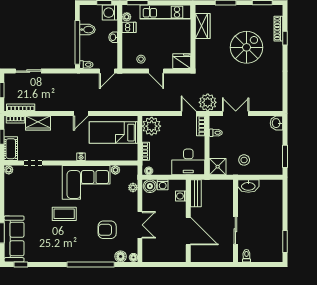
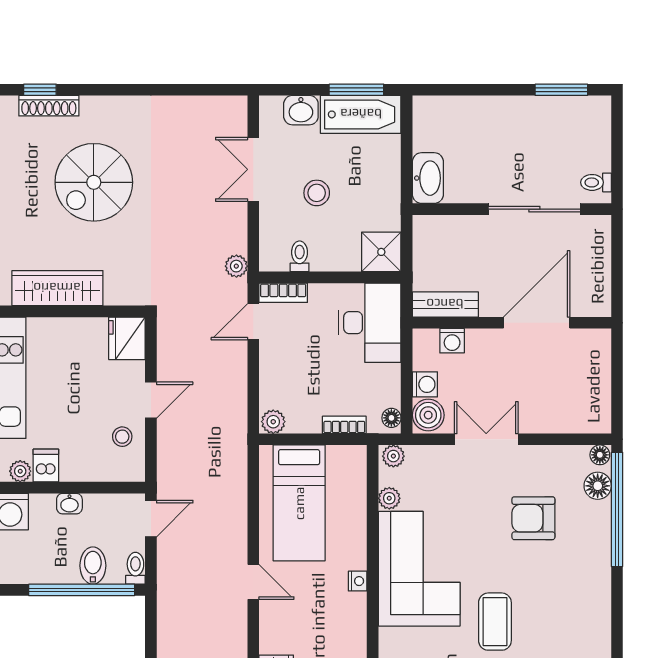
wardrobe: (203, 26) -> (57, 288), width x1.50
bidet: (87, 30) -> (93, 566), moved
window: (285, 38) -> (40, 90), moved
spiral stairs: (247, 47) -> (94, 182), turned -90
door: (107, 71) -> (151, 519), hinge flipped
plant: (208, 102) -> (236, 266), width x0.53, depth x0.53
double door: (236, 114) -> (253, 169), moved
washbasin: (277, 123) -> (301, 110), moved
plant: (152, 126) -> (273, 422), width x0.53, depth x0.53
bathtub: (275, 158) -> (361, 114), added
stool: (244, 160) -> (317, 193), moved
plant: (133, 188) -> (393, 456), moved
double door: (140, 225) -> (486, 439), moved
armchair: (107, 230) -> (533, 518), turned 90
sliding door: (235, 230) -> (534, 209), width x1.37
window: (91, 264) -> (617, 509), moved

